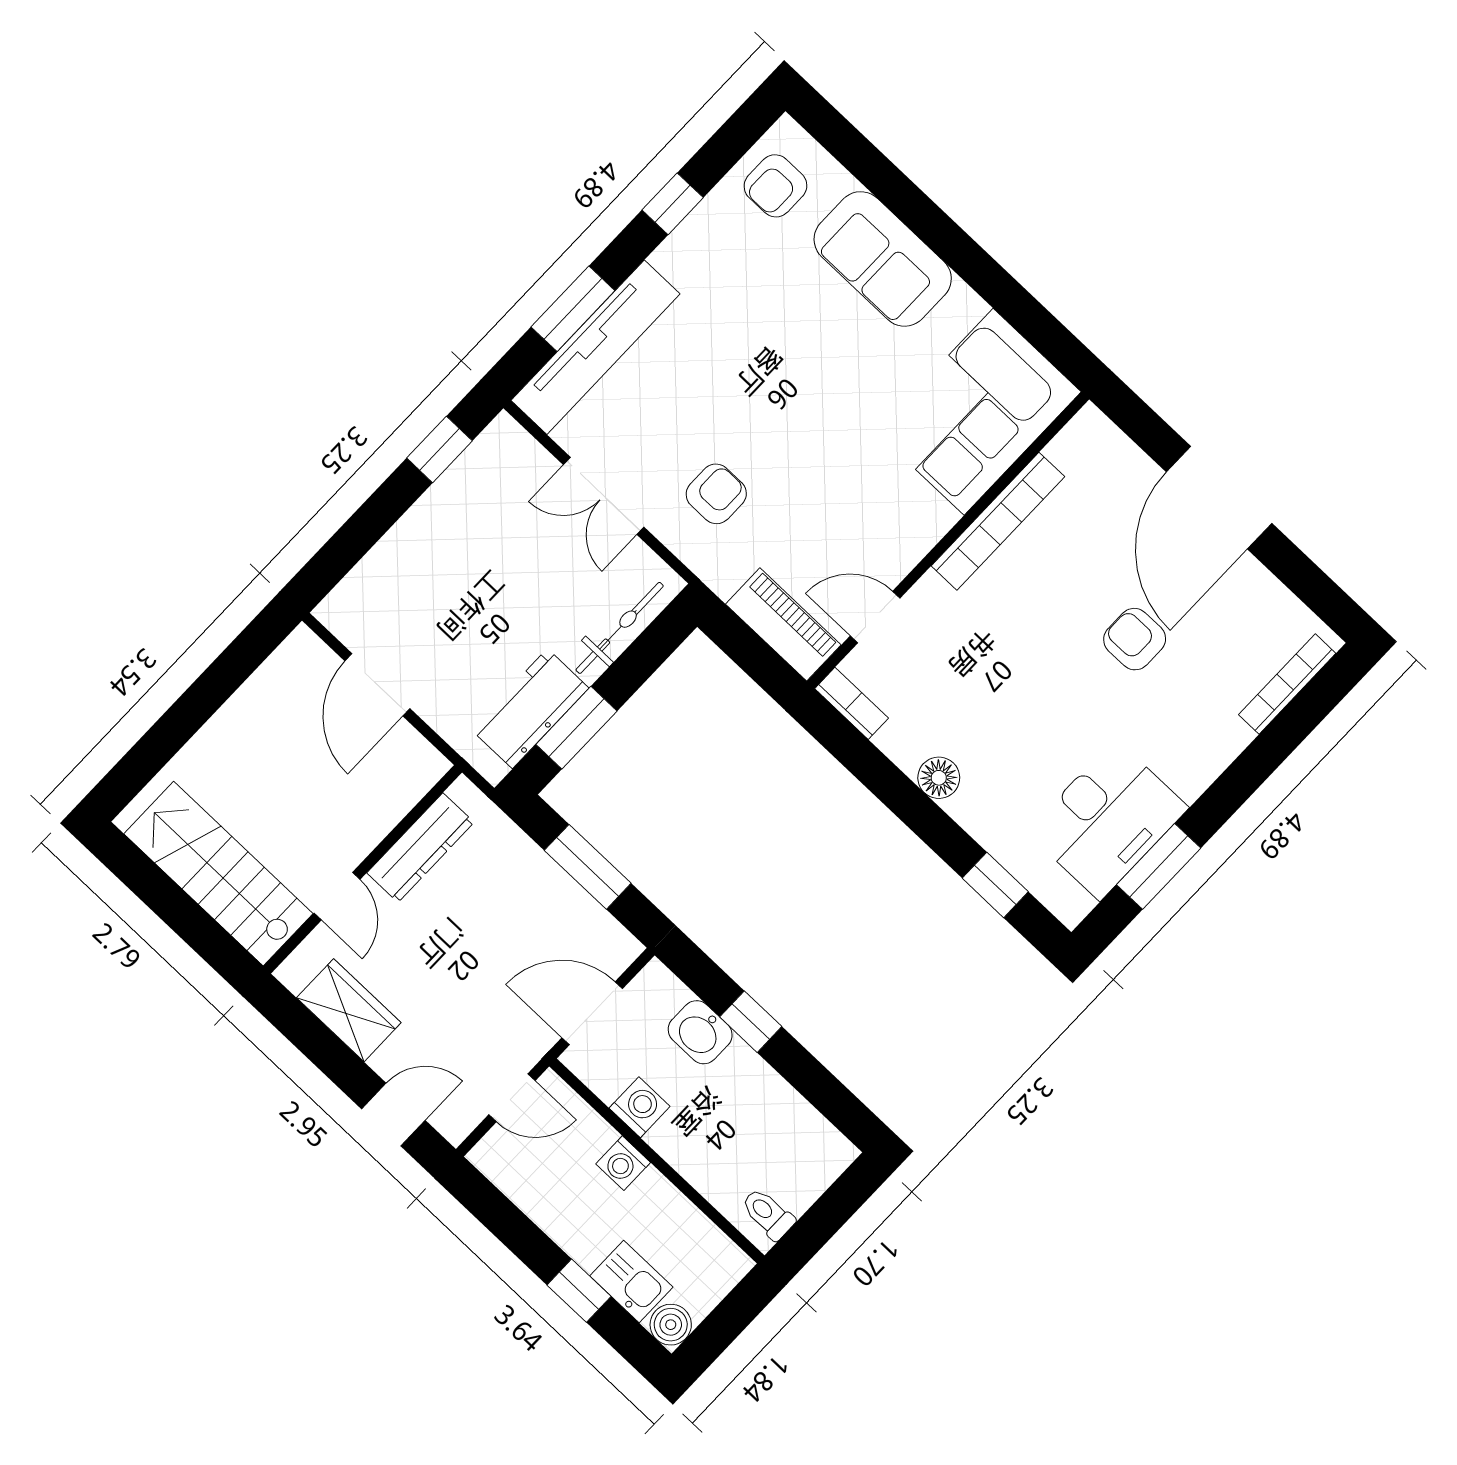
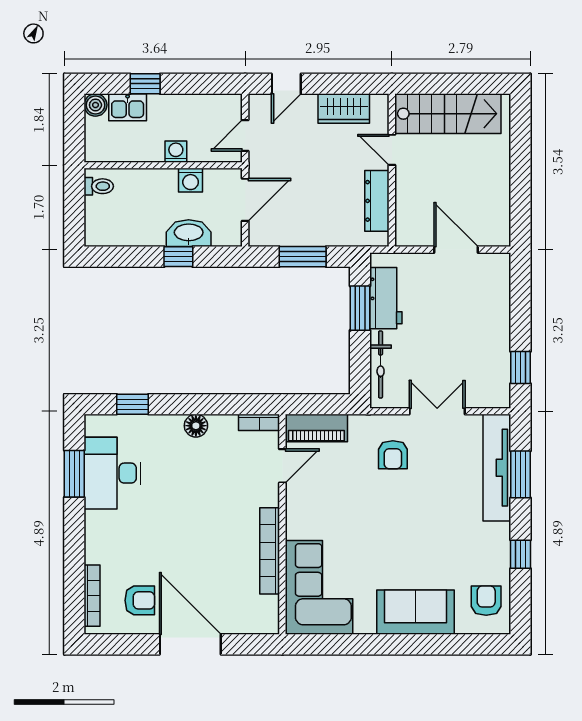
armchair: (1135, 639) -> (140, 600), moved
washbasin: (700, 1032) -> (189, 233), width x1.38

